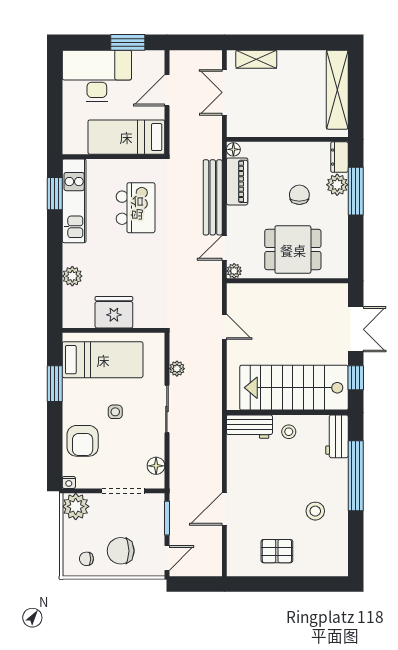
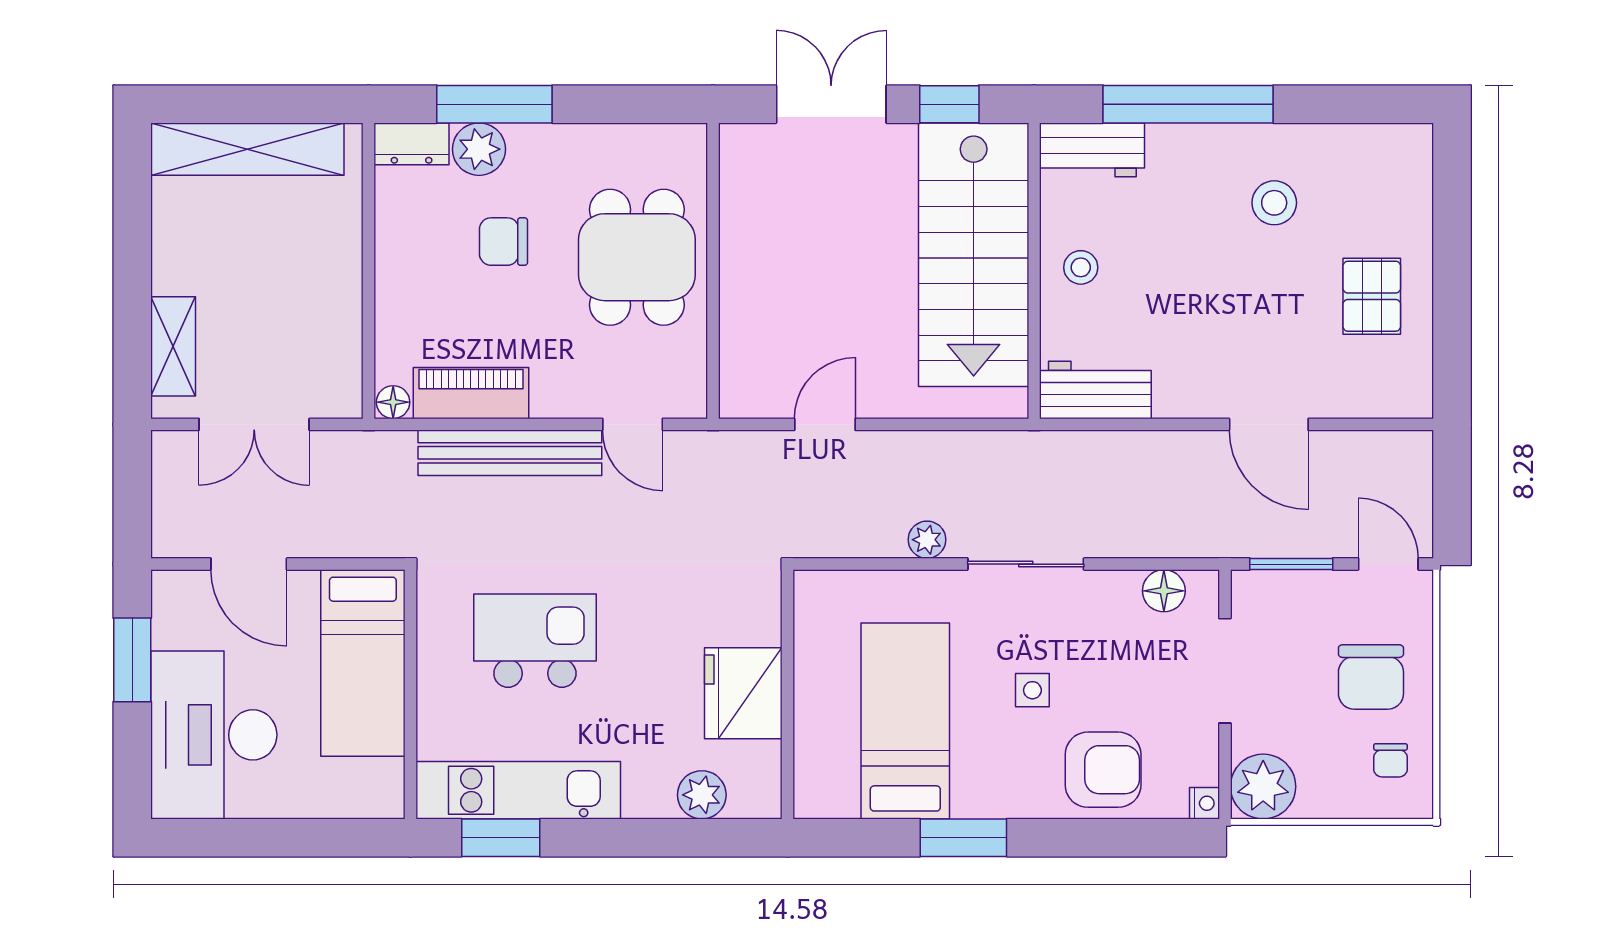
plant: (234, 271) -> (689, 400), removed
fridge: (114, 312) -> (743, 693), moved
wall: (114, 330) -> (787, 694), moved
workbench: (249, 427) -> (1095, 390), moved, turned -90

